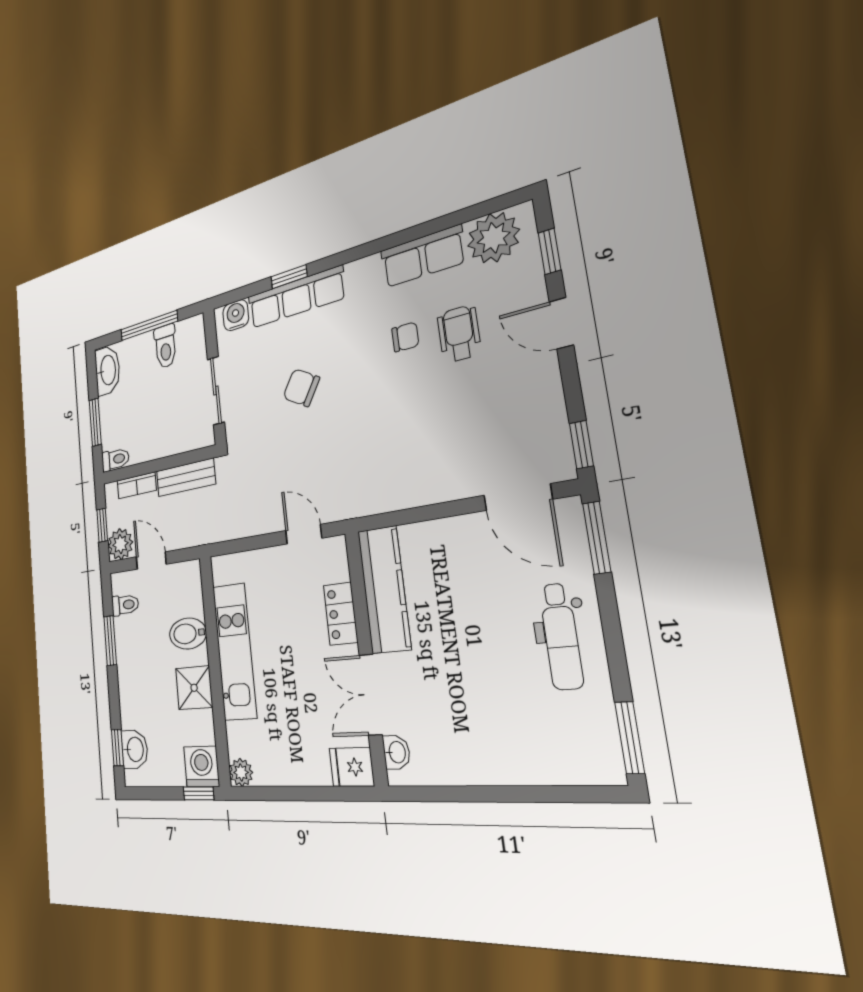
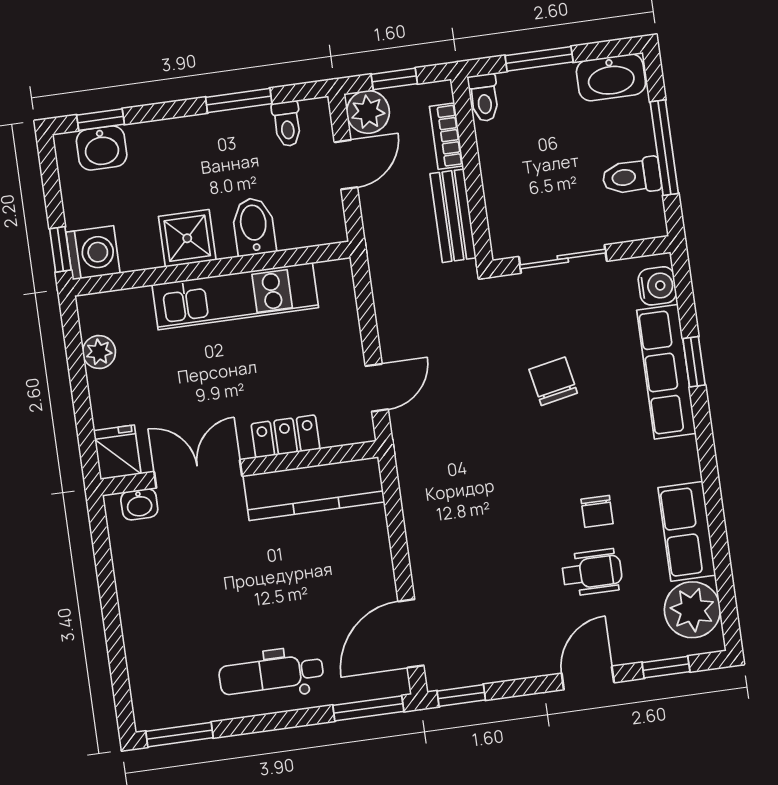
chair: (301, 388) -> (553, 381), turned -42
plant: (241, 772) -> (99, 352), moved

